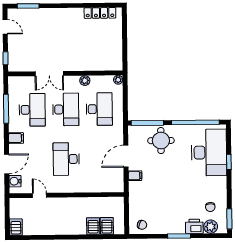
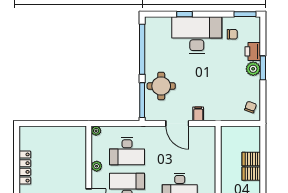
locker: (100, 13) -> (25, 168), moved
desk: (99, 109) -> (127, 151), turned 180
desk: (209, 152) -> (197, 35), moved
server rack: (107, 226) -> (251, 174), moved
plant: (211, 227) -> (253, 69), moved

